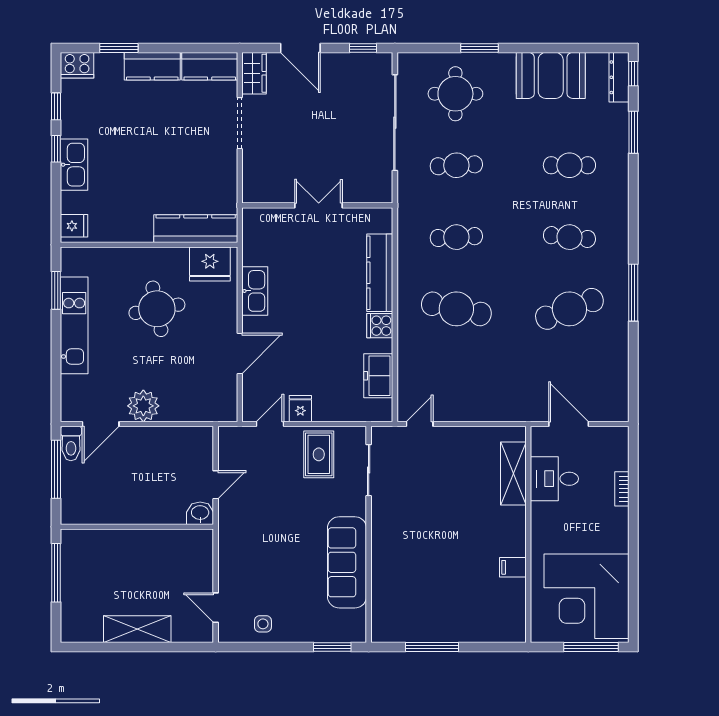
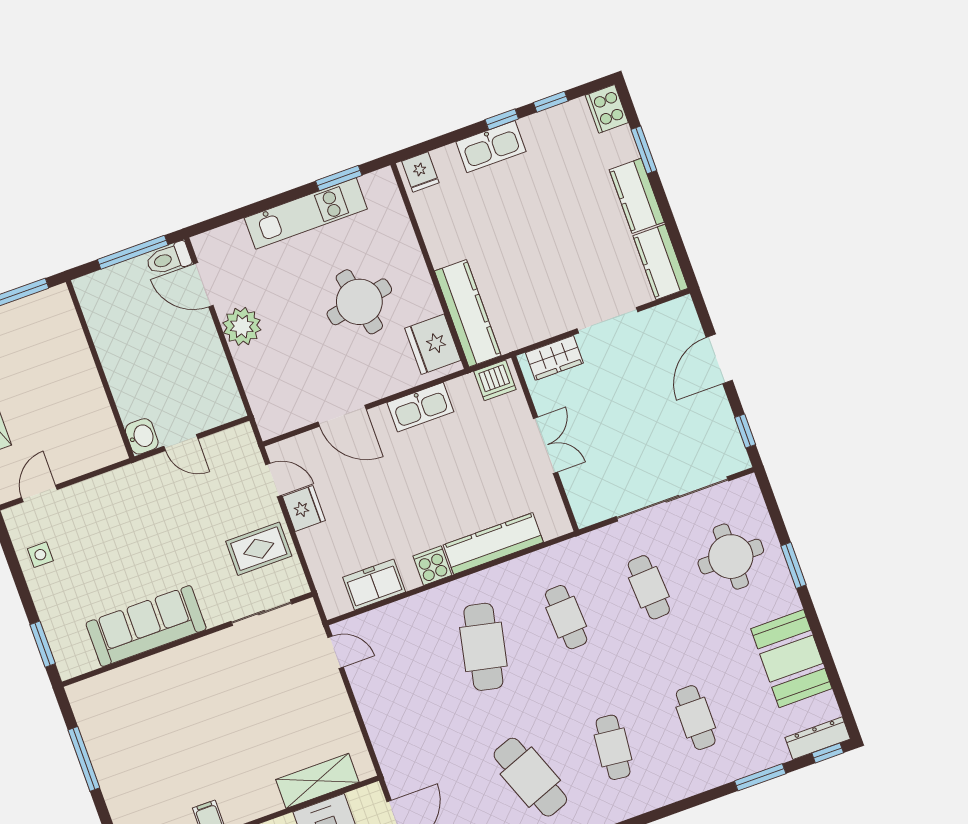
wardrobe: (254, 73) -> (554, 358), moved
dishwasher: (255, 226) -> (495, 380), added
fridge: (300, 409) -> (304, 509), width x1.38

